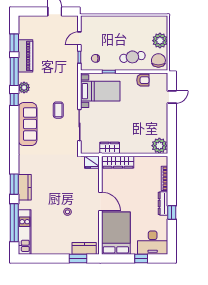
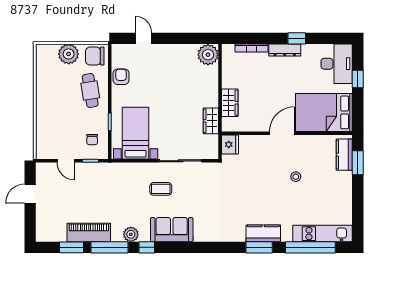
sofa: (28, 124) -> (172, 230), width x0.73
wardrobe: (118, 162) -> (230, 103), width x0.67

